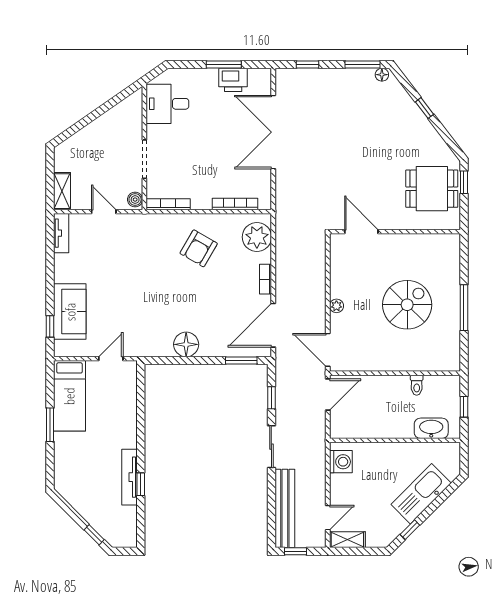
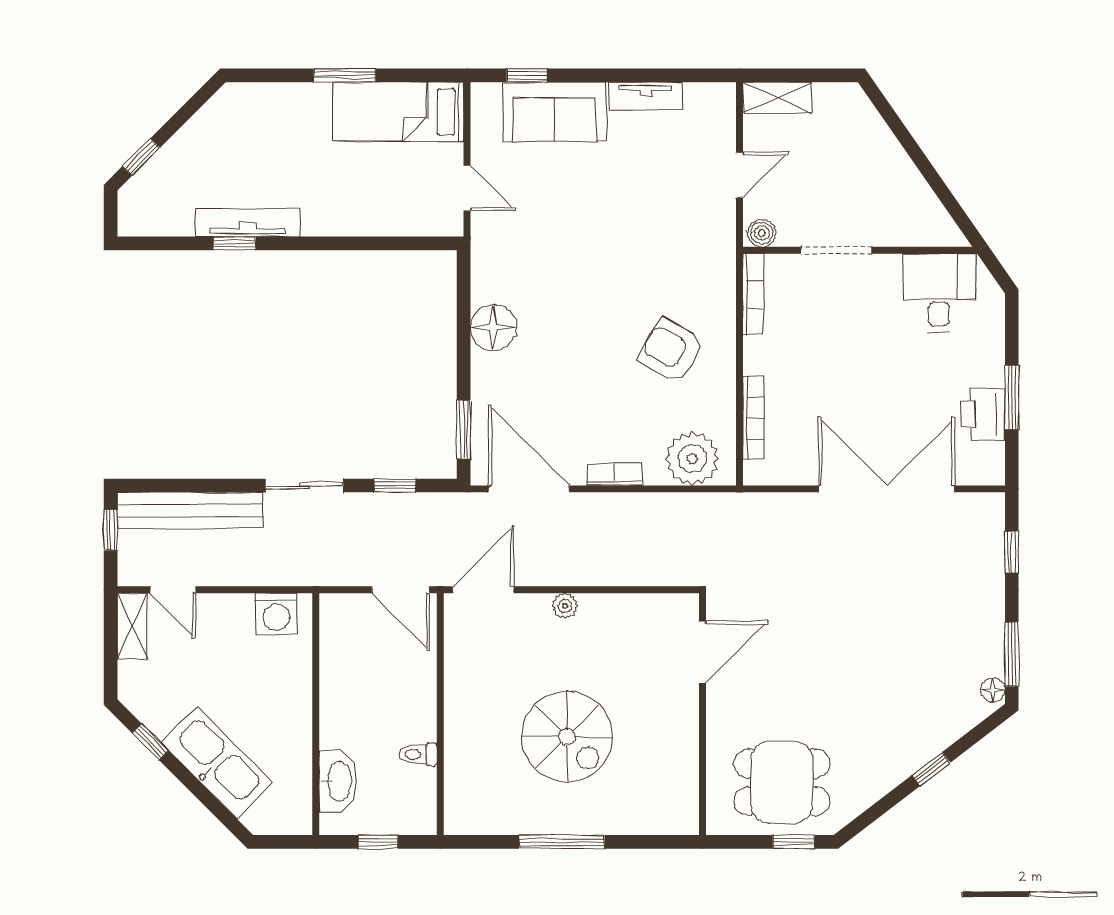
dining table: (432, 189) -> (782, 782), turned 90
tv unit: (61, 233) -> (645, 96), moved

